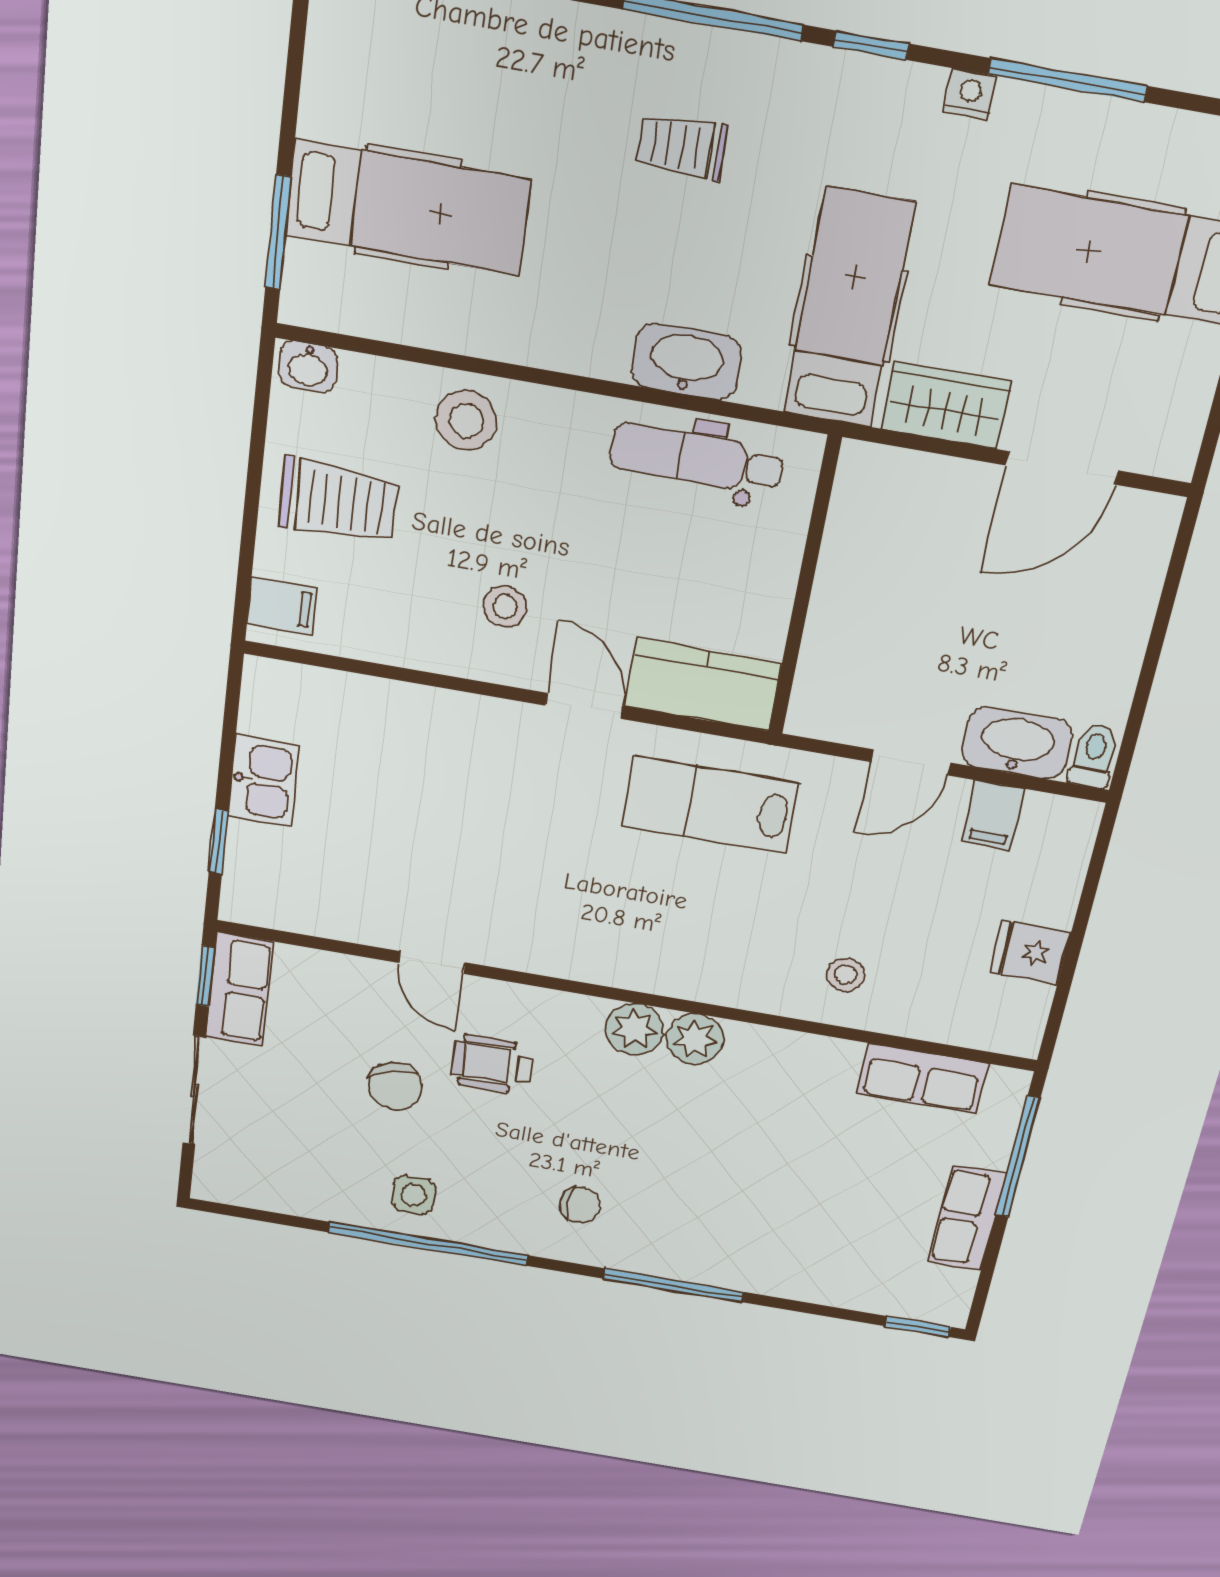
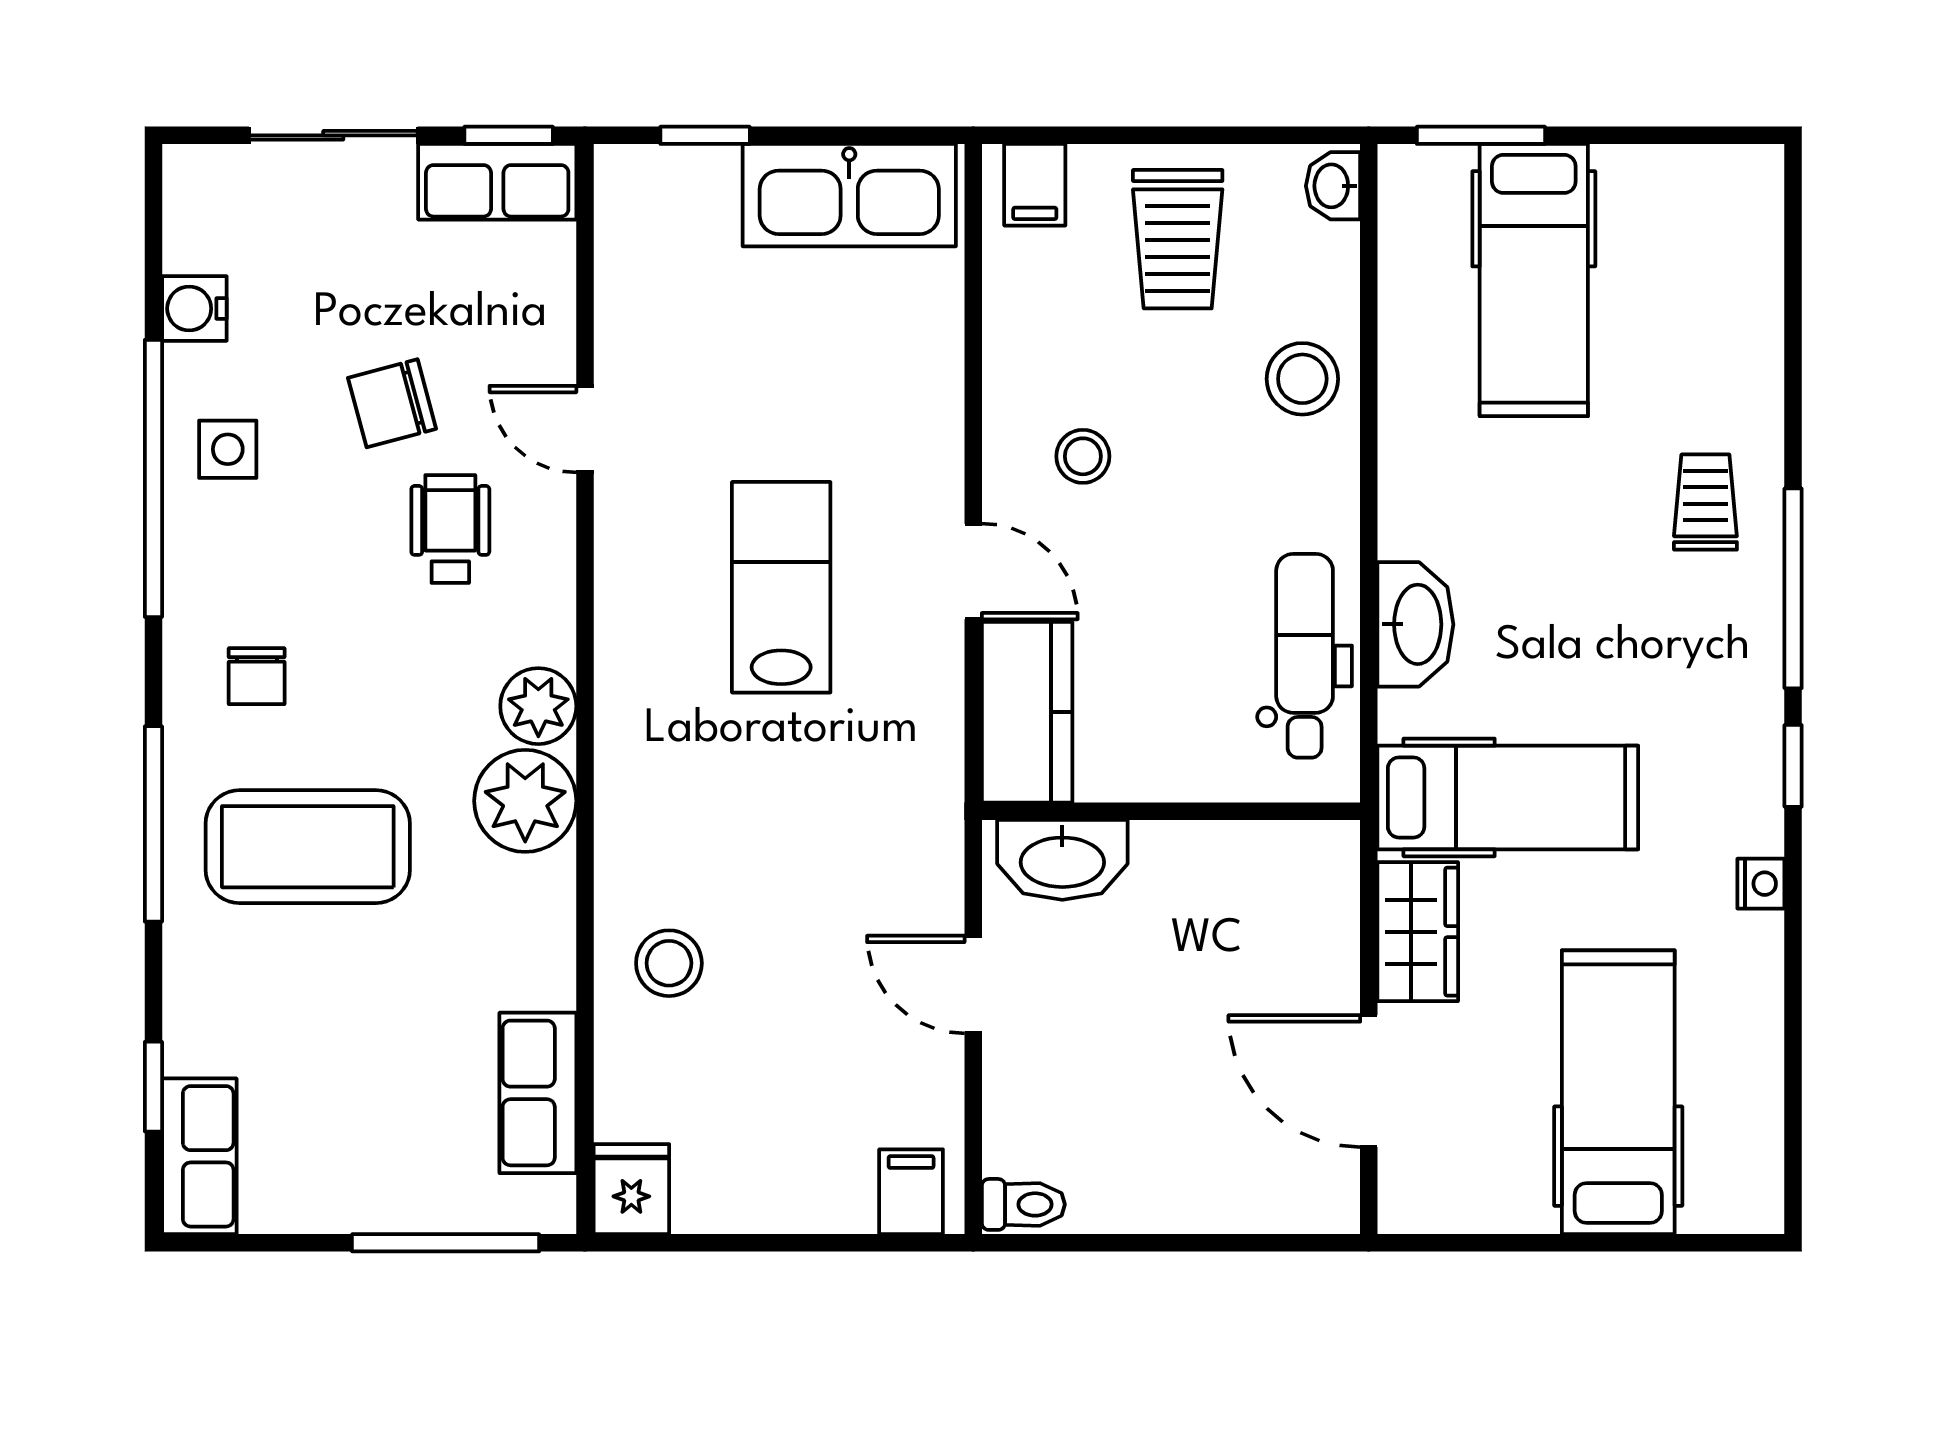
window: (1067, 80) -> (1793, 986), removed
trolley: (681, 146) -> (1705, 502), moved
door: (584, 706) -> (973, 571), hinge flipped
washbasin: (1017, 743) -> (1062, 860), moved, turned 90
kitchen sink: (264, 781) -> (849, 195), width x1.87, depth x1.24
lab bench: (710, 805) -> (781, 587), moved
filing cabinet: (993, 815) -> (911, 1192), moved, turned 90
fridge: (1030, 952) -> (631, 1189), moved
door: (432, 963) -> (585, 429), hinge flipped
stool: (846, 975) -> (669, 963), width x1.37, depth x1.37
plant: (695, 1039) -> (525, 801), width x1.36, depth x1.36
coffee table: (709, 1194) -> (308, 847), added
water cooler: (310, 1198) -> (194, 309), added
row of seats: (967, 1218) -> (199, 1156), moved, turned 90
window: (918, 1326) -> (153, 1087), moved

